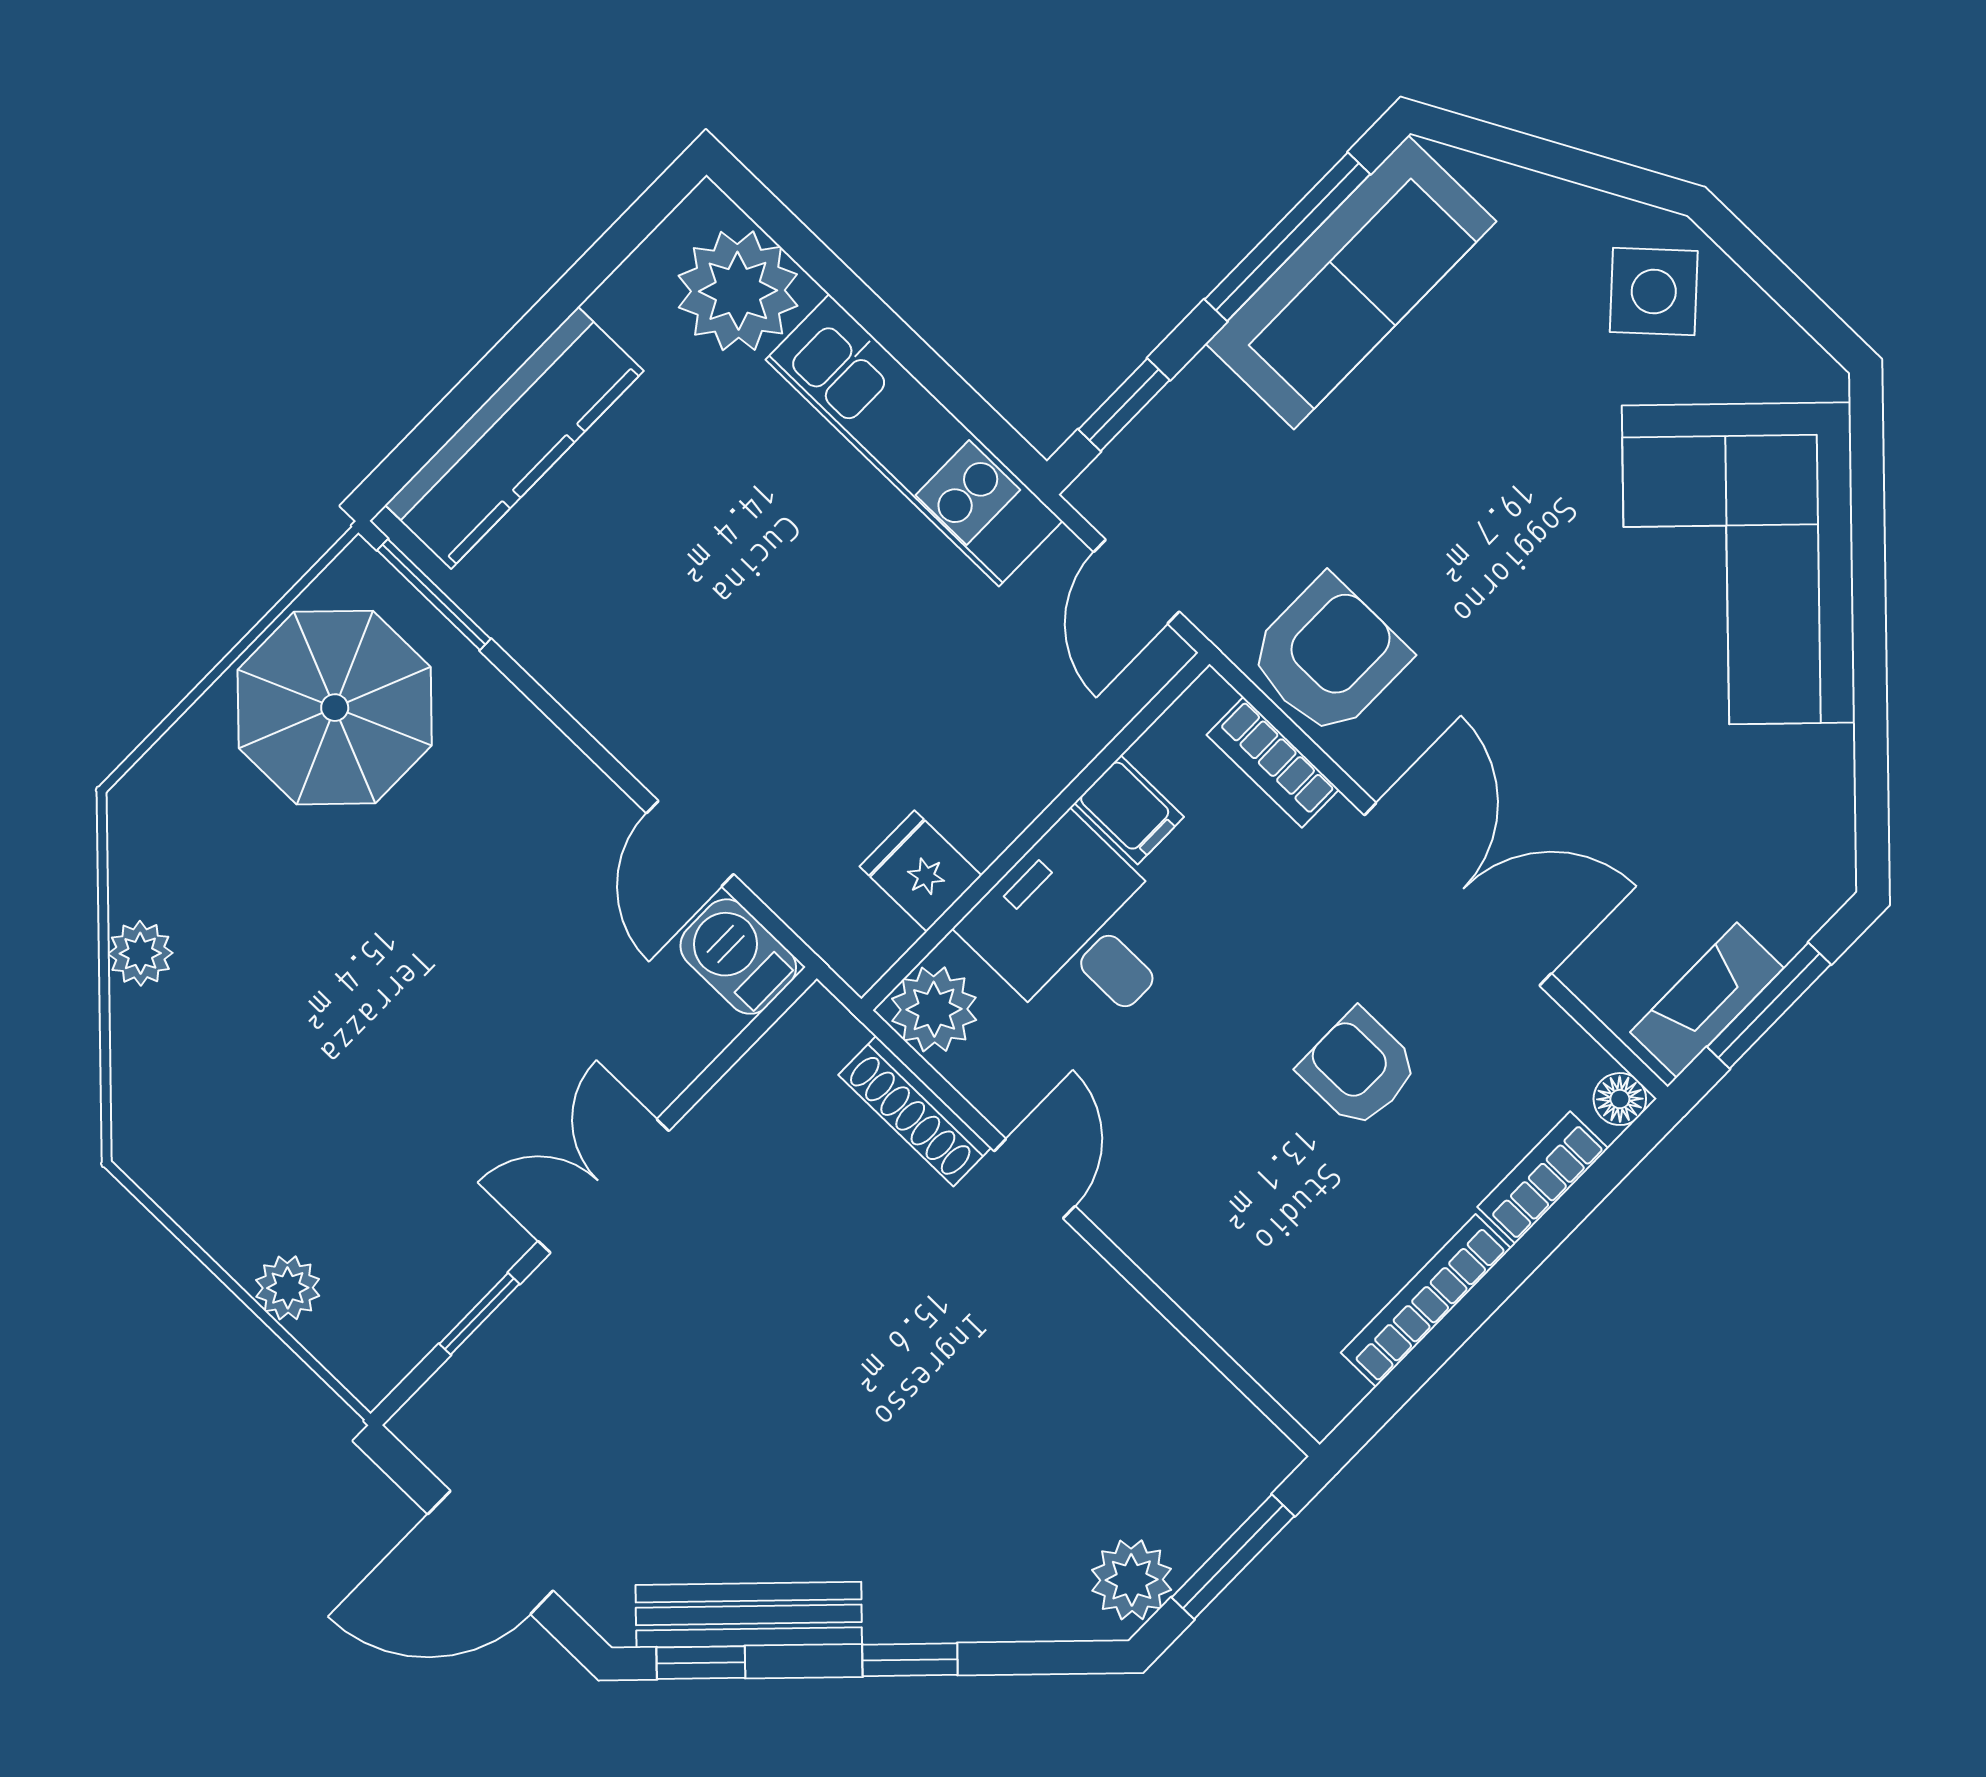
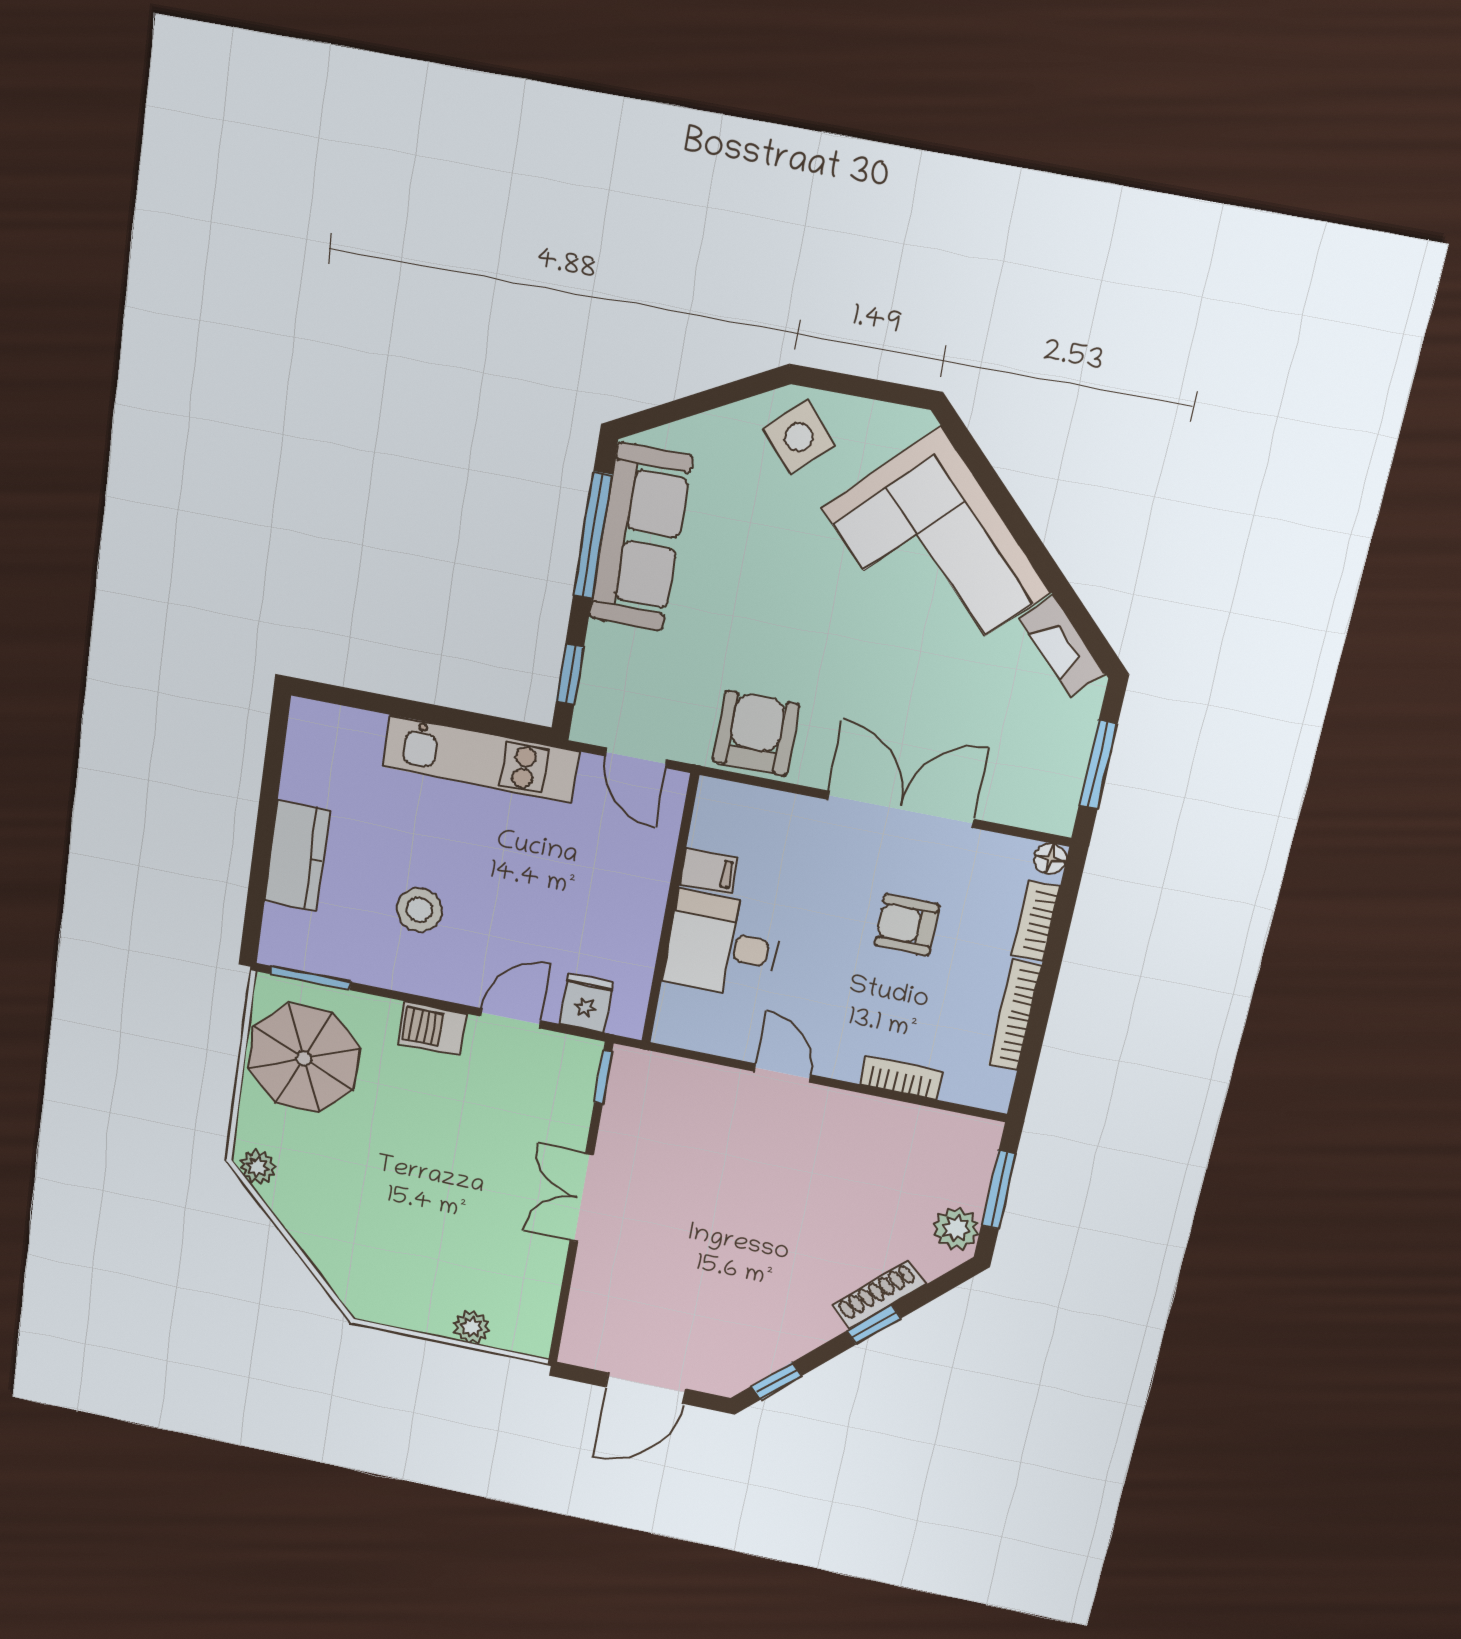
plant: (738, 291) -> (346, 742), removed
kitchen counter: (514, 438) -> (297, 856), width x0.67
stool: (670, 598) -> (419, 910), added
bookcase: (1273, 762) -> (901, 1078), moved, turned 180
door: (690, 844) -> (510, 1018), swing flipped
fridge: (921, 871) -> (586, 1003), moved, turned 90
plant: (140, 953) -> (258, 1167), moved
barbecue: (738, 957) -> (432, 1028), moved
fireplace: (1707, 1000) -> (1062, 646), moved, turned -45
plant: (934, 1009) -> (679, 1024), removed
shoe rack: (915, 1111) -> (879, 1295), moved, turned 135
window: (479, 1314) -> (603, 1077), moved
bench: (749, 1615) -> (784, 1348), removed

